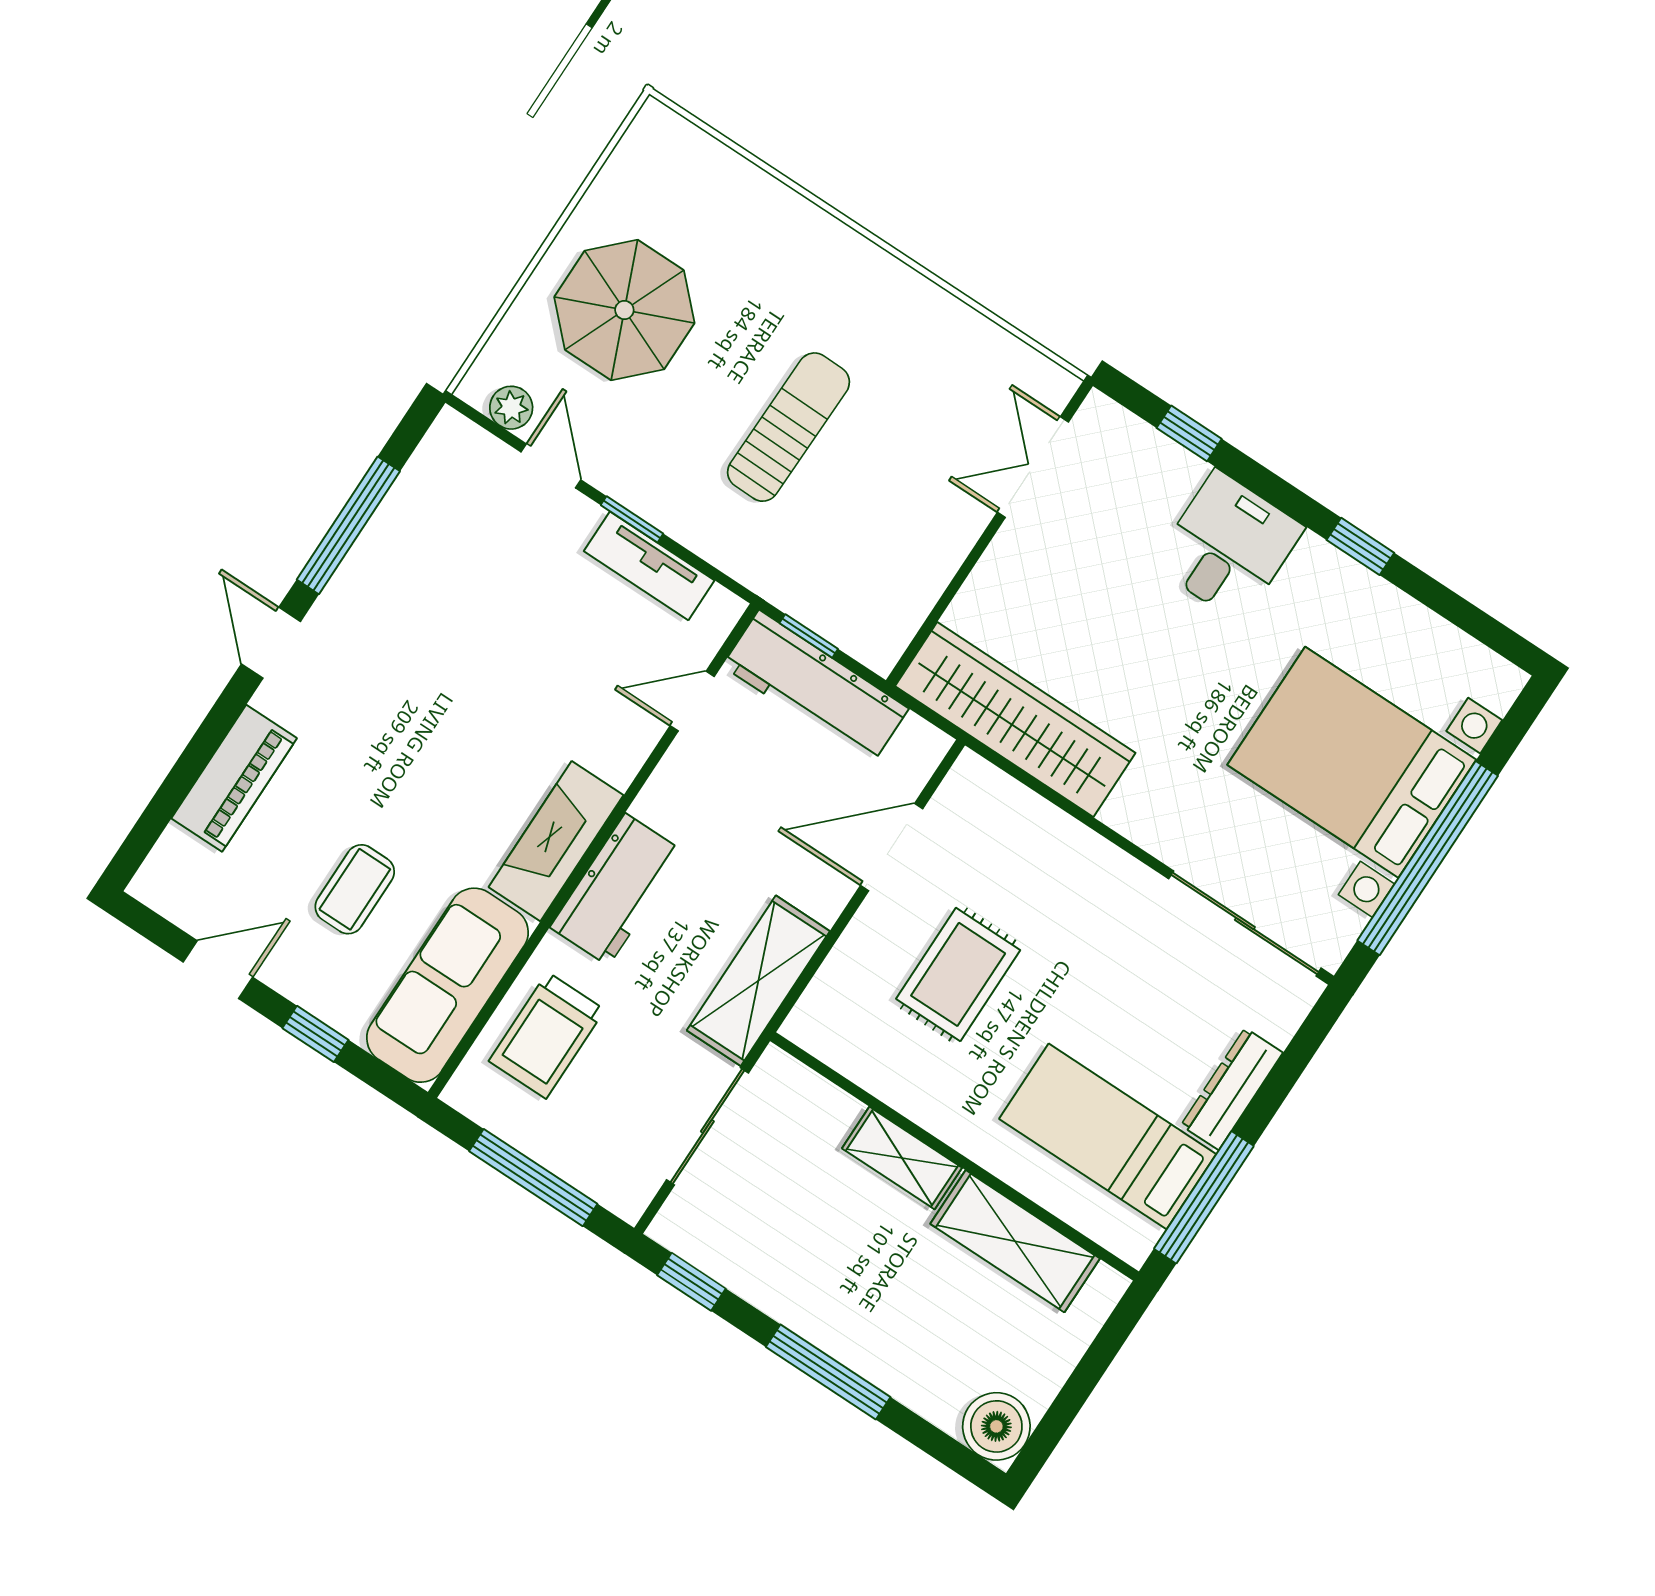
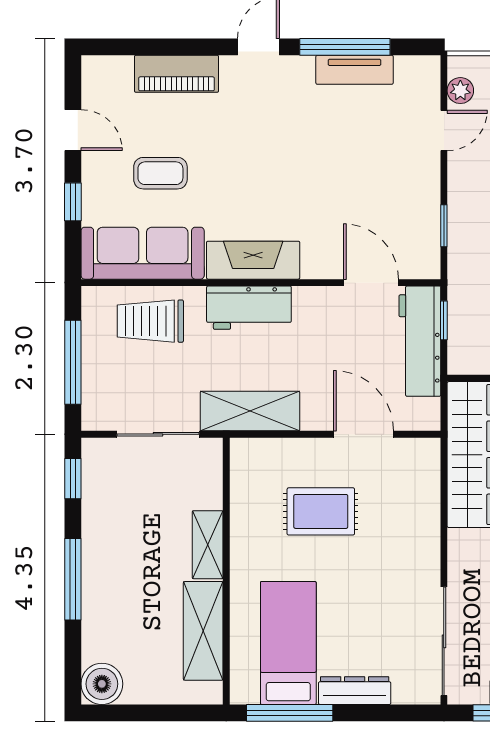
window: (632, 519) -> (444, 226), moved
tv unit: (649, 566) -> (355, 70), moved, turned -90
door: (692, 701) -> (371, 283), width x1.38

